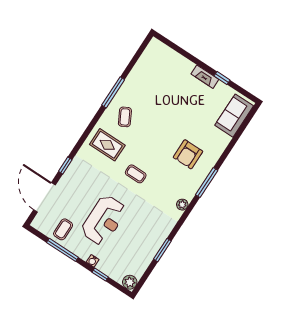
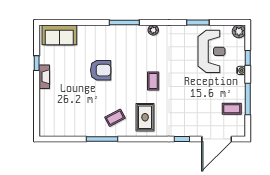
armchair: (188, 154) -> (101, 70), moved
reception desk: (104, 220) -> (211, 51), moved, turned 90

